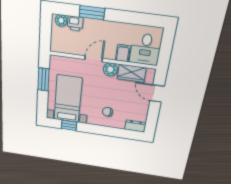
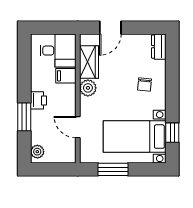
printer: (75, 23) -> (38, 100), moved
door: (94, 59) -> (78, 127), moved

